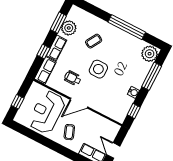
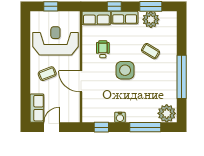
door: (79, 103) -> (81, 81), moved

